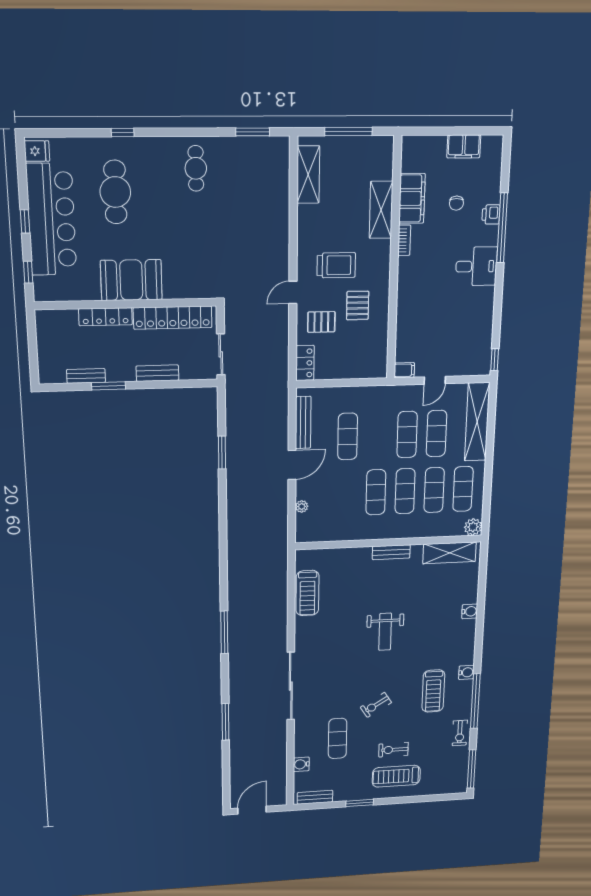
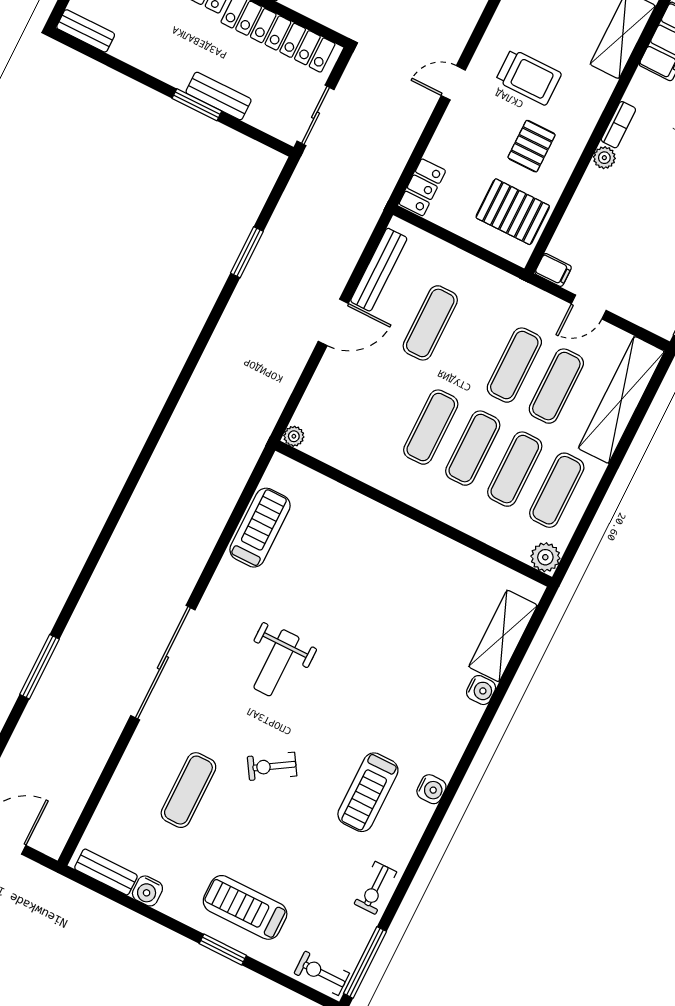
bookcase: (404, 240) -> (618, 125), moved
plant: (404, 290) -> (604, 158), added
pallet: (321, 322) -> (513, 212), moved, width x1.50, depth x1.42
bench: (86, 376) -> (86, 31), moved
window: (109, 386) -> (197, 105), moved
plant: (302, 506) -> (294, 436), moved
bench: (391, 552) -> (410, 531), removed
shelving: (450, 553) -> (503, 636), moved, turned 90
treadmill: (307, 593) -> (260, 528), turned 180
window: (224, 632) -> (112, 522), removed
weight bench: (385, 632) -> (276, 663), moved
window: (475, 701) -> (423, 846), removed
exercise bike: (393, 750) -> (322, 973), moved
water cooler: (301, 764) -> (147, 891), moved, turned -90
window: (360, 803) -> (223, 950), moved

